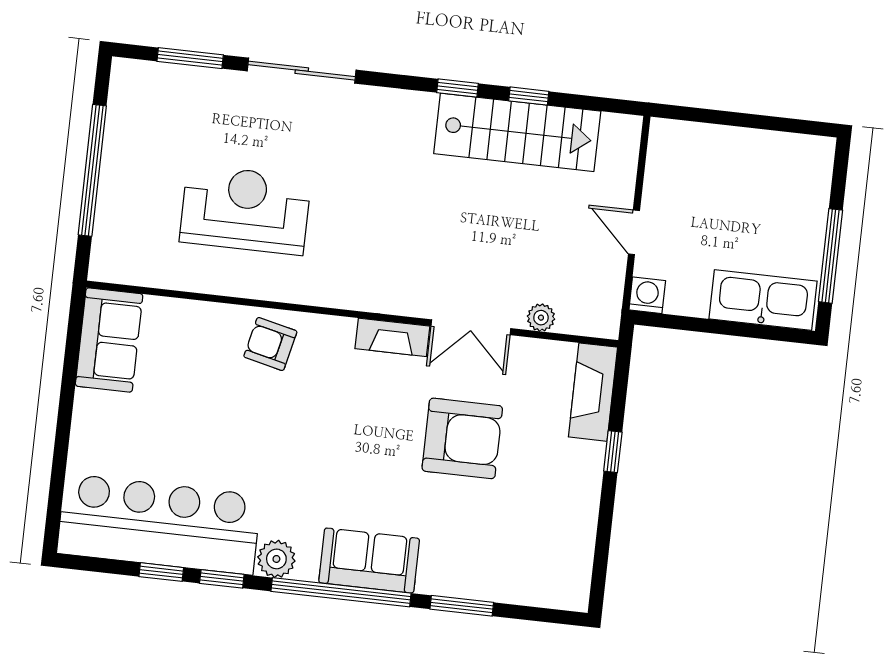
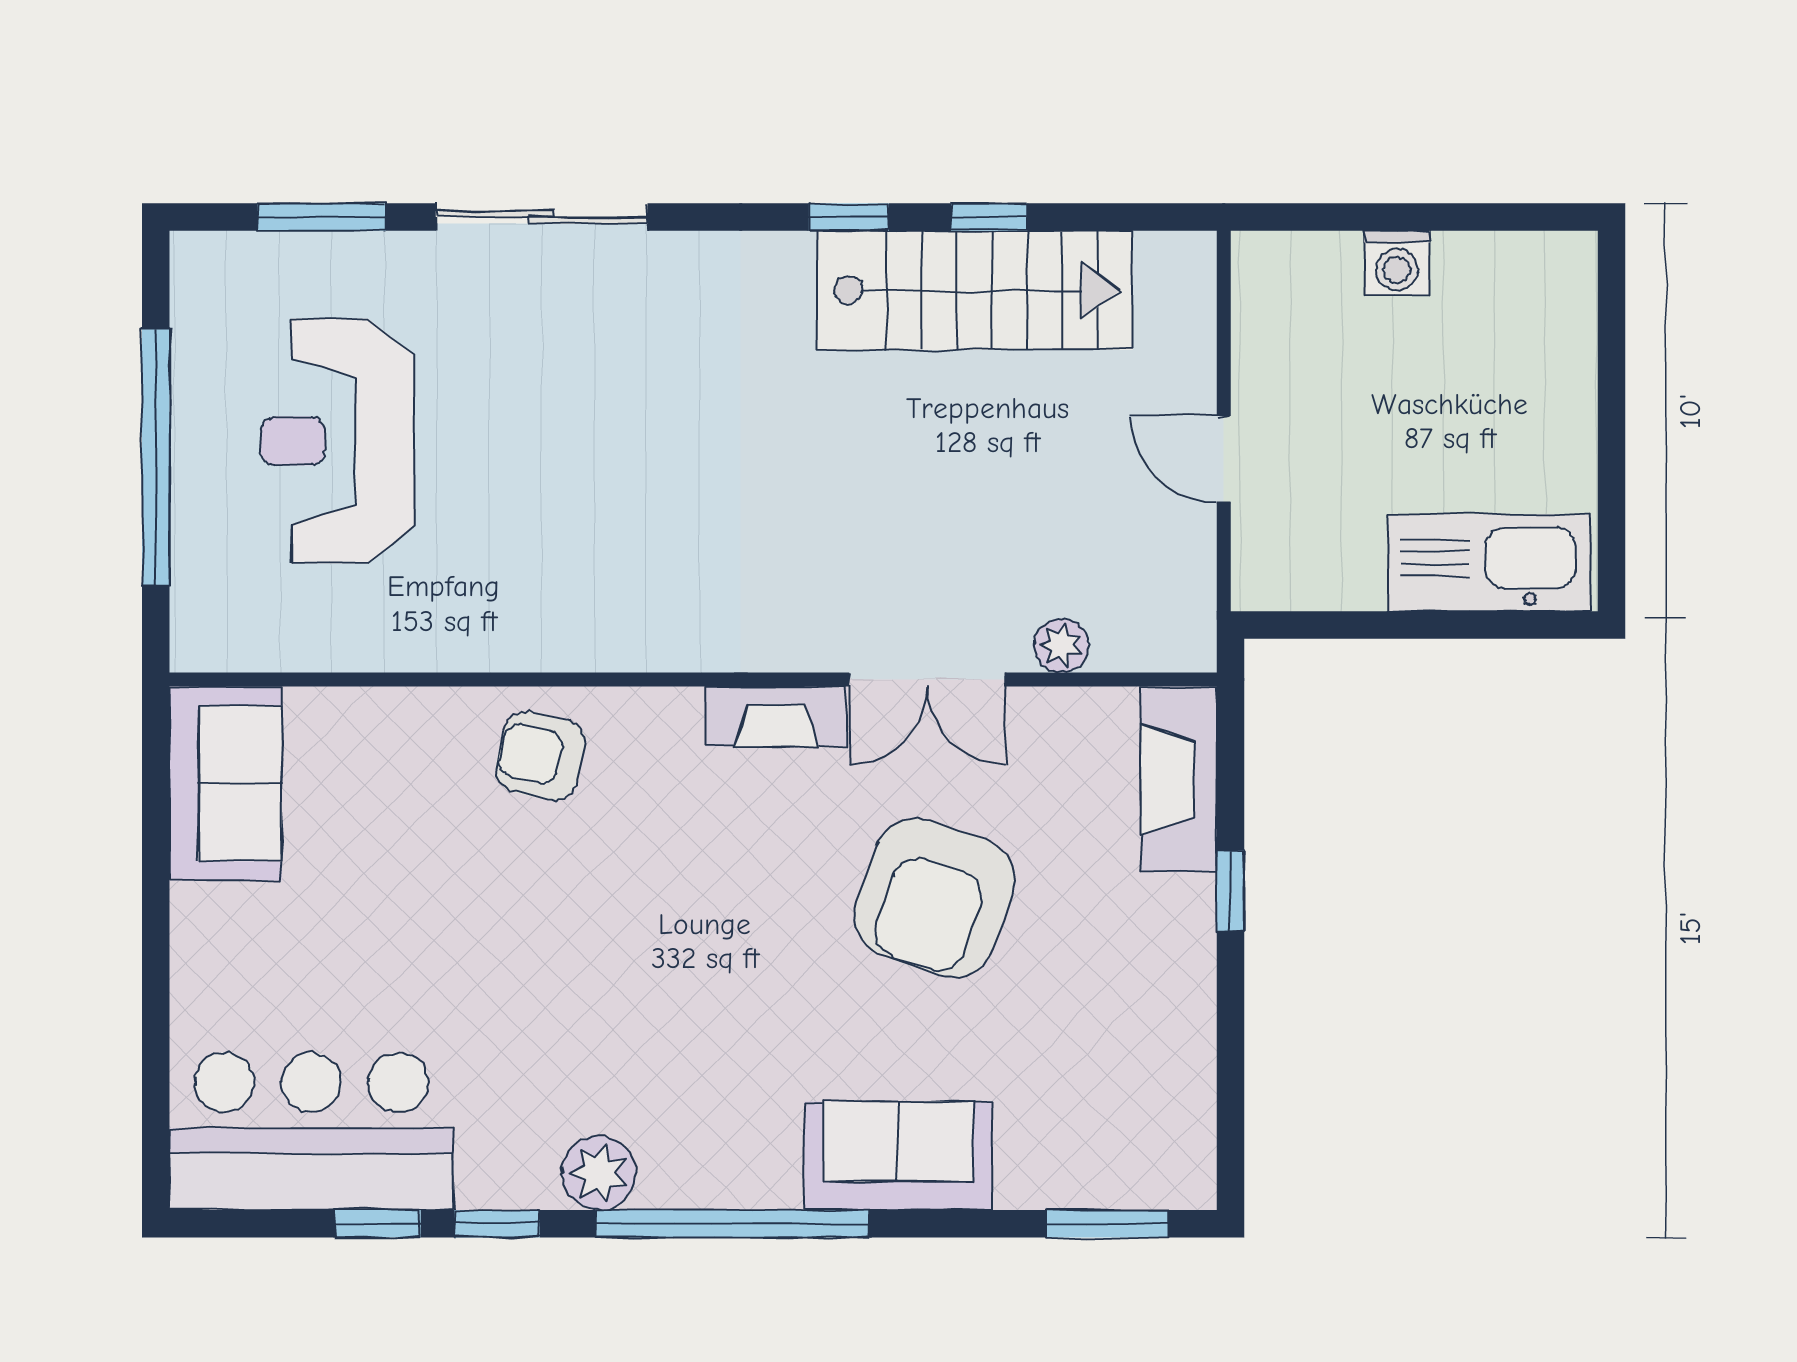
reception desk: (245, 210) -> (337, 441), moved, turned -90
window: (831, 256) -> (1611, 462), removed
washing machine: (647, 295) -> (1397, 263), moved, turned 180
armchair: (462, 438) -> (934, 898), turned 109
bar counter: (159, 524) -> (311, 1131), width x0.73
sofa: (369, 561) -> (898, 1156), moved
window: (462, 606) -> (1108, 1224), moved

